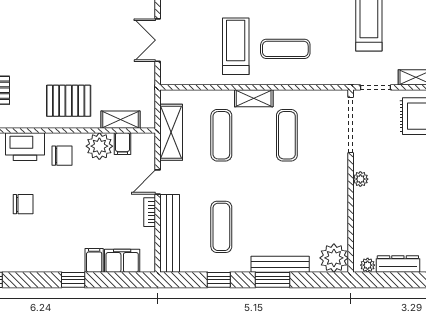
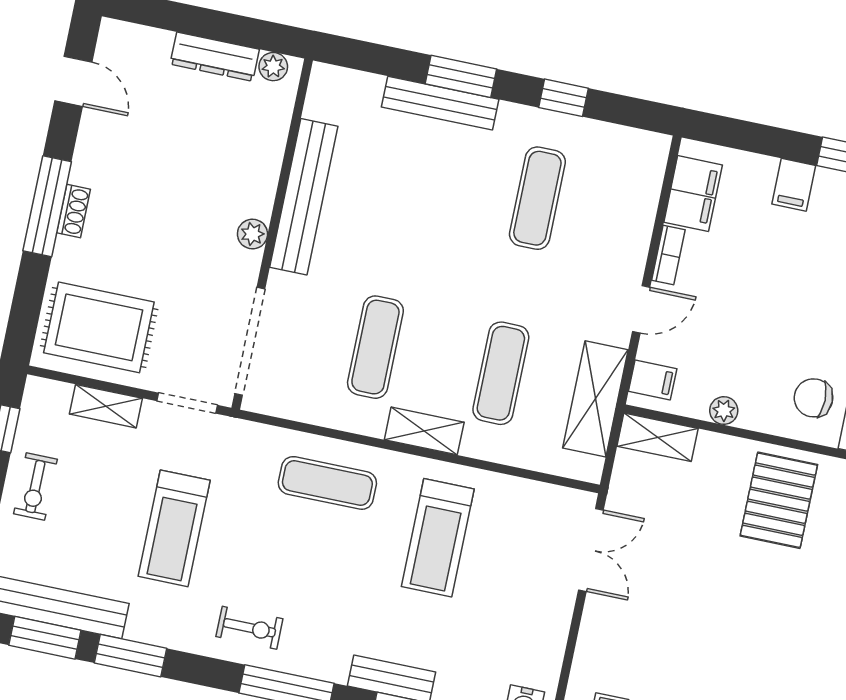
double door: (158, 40) -> (591, 550), moved
exercise mat: (285, 49) -> (327, 483), moved
pallet: (69, 101) -> (779, 500), turned 90
shelving: (121, 120) -> (658, 437), moved
filing cabinet: (122, 144) -> (653, 380), moved, turned 90
plant: (99, 146) -> (724, 411), width x0.53, depth x0.53
bench: (170, 233) -> (304, 197), moved
plant: (334, 258) -> (335, 94), removed
filing cabinet: (122, 261) -> (693, 194), moved, turned -90

